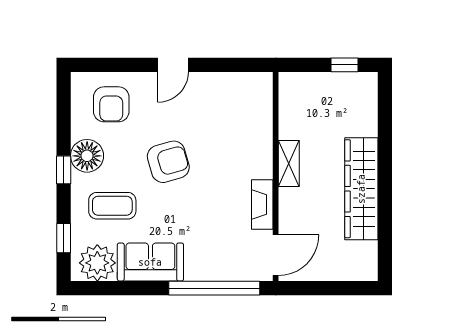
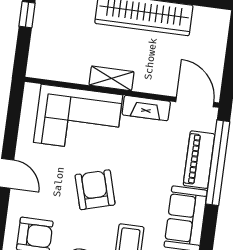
corner sofa: (241, 134) -> (78, 119), added
piano: (215, 268) -> (199, 160), added

